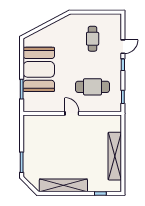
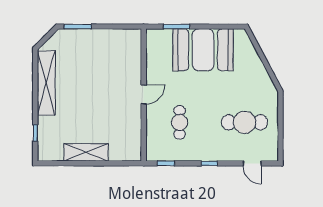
cafe table: (93, 39) -> (245, 122), width x1.37, depth x1.35
door: (123, 47) -> (252, 163), moved
cafe table: (93, 87) -> (180, 122), width x0.73, depth x0.74
shelving: (115, 156) -> (86, 152), width x0.68

